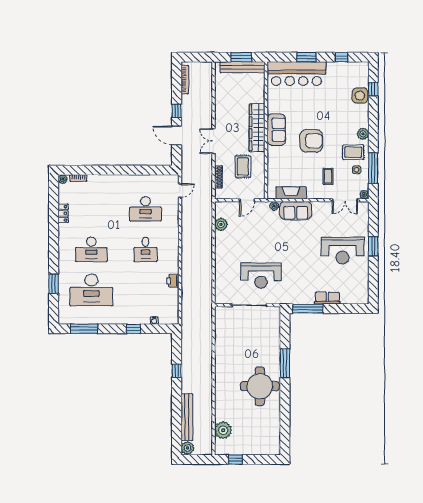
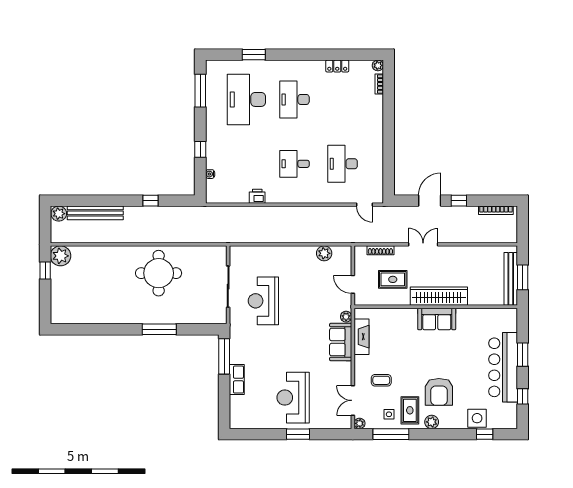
bar counter: (296, 74) -> (503, 367), moved
armchair: (311, 141) -> (439, 392), moved
round table: (260, 386) -> (159, 273), moved
plant: (223, 430) -> (61, 256), moved

